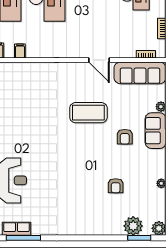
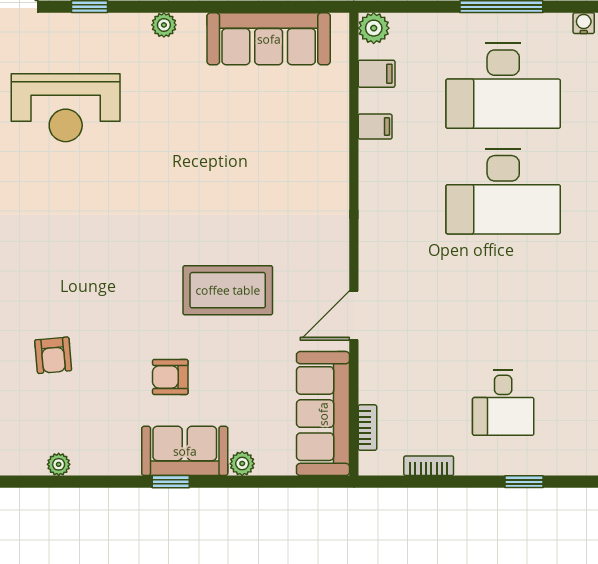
coffee table: (88, 113) -> (228, 290), turned 90
armchair: (116, 186) -> (53, 355), turned -95

